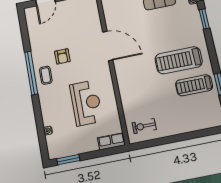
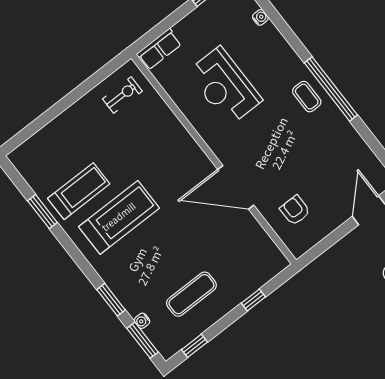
armchair: (62, 56) -> (295, 210), moved

